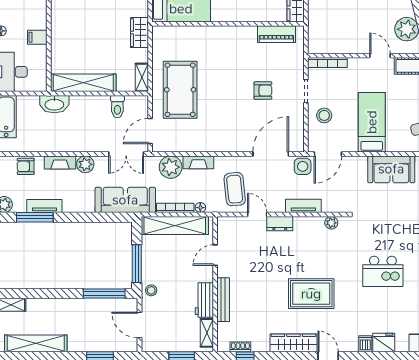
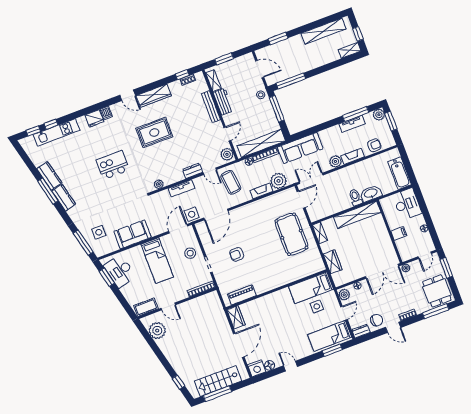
toilet: (117, 107) -> (355, 197), moved
plant: (226, 228) -> (227, 154), added

